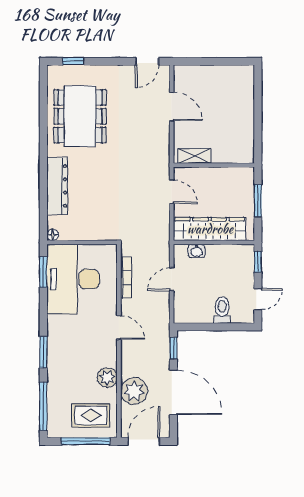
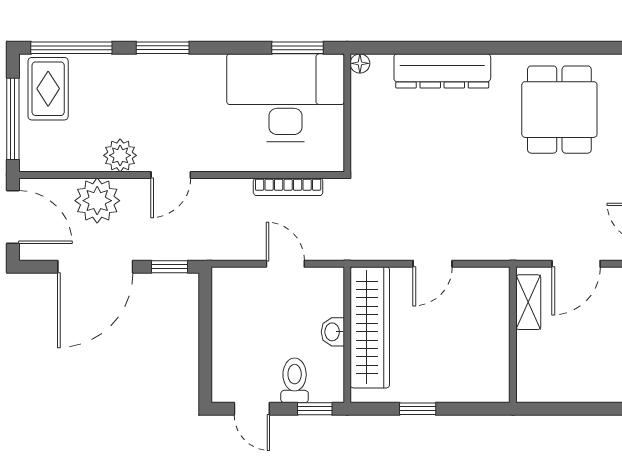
dining table: (80, 116) -> (559, 110), width x0.73
shelving: (195, 156) -> (528, 302), moved
wall: (214, 165) -> (513, 335), moved
window: (258, 201) -> (418, 409), width x0.67
washbasin: (197, 251) -> (333, 332), moved
toilet: (222, 310) -> (295, 380), moved, turned -90
door: (119, 327) -> (171, 175), moved
rug: (91, 415) -> (48, 89), moved

